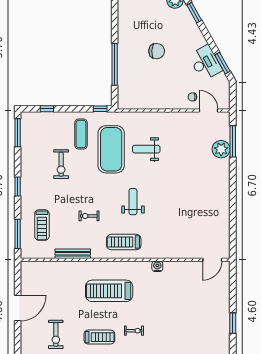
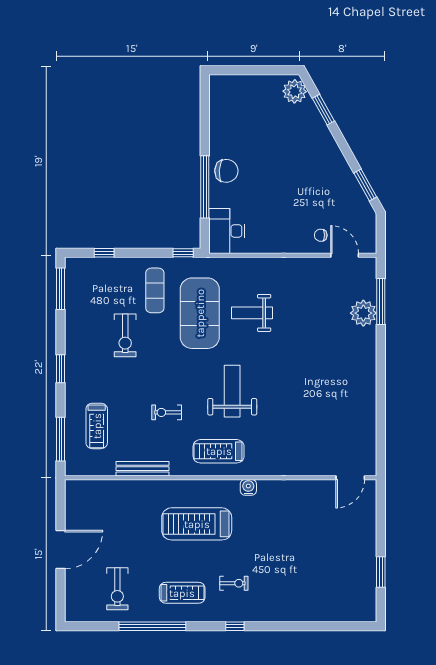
chair: (157, 51) -> (226, 171), moved
desk: (205, 63) -> (227, 231), moved, turned -151
weight bench: (133, 202) -> (232, 391), width x1.36, depth x1.33
water cooler: (157, 266) -> (248, 487), moved

